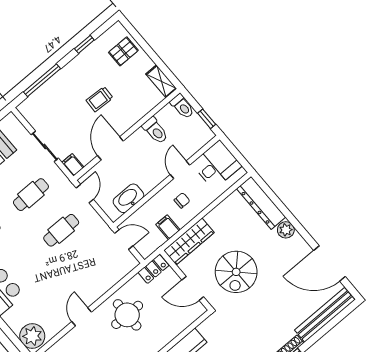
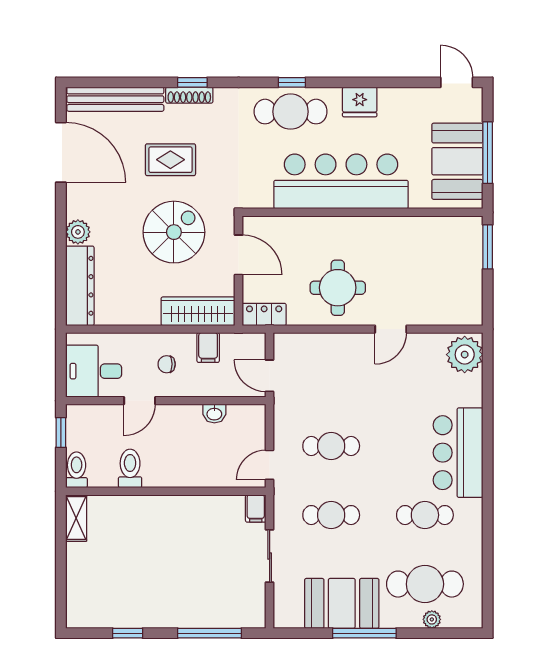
pallet: (123, 51) -> (90, 588), removed
trolley: (100, 99) -> (163, 557), removed
door: (110, 148) -> (197, 491), removed
washbasin: (128, 198) -> (214, 414), width x0.52, depth x0.69
rug: (270, 308) -> (170, 160), added

